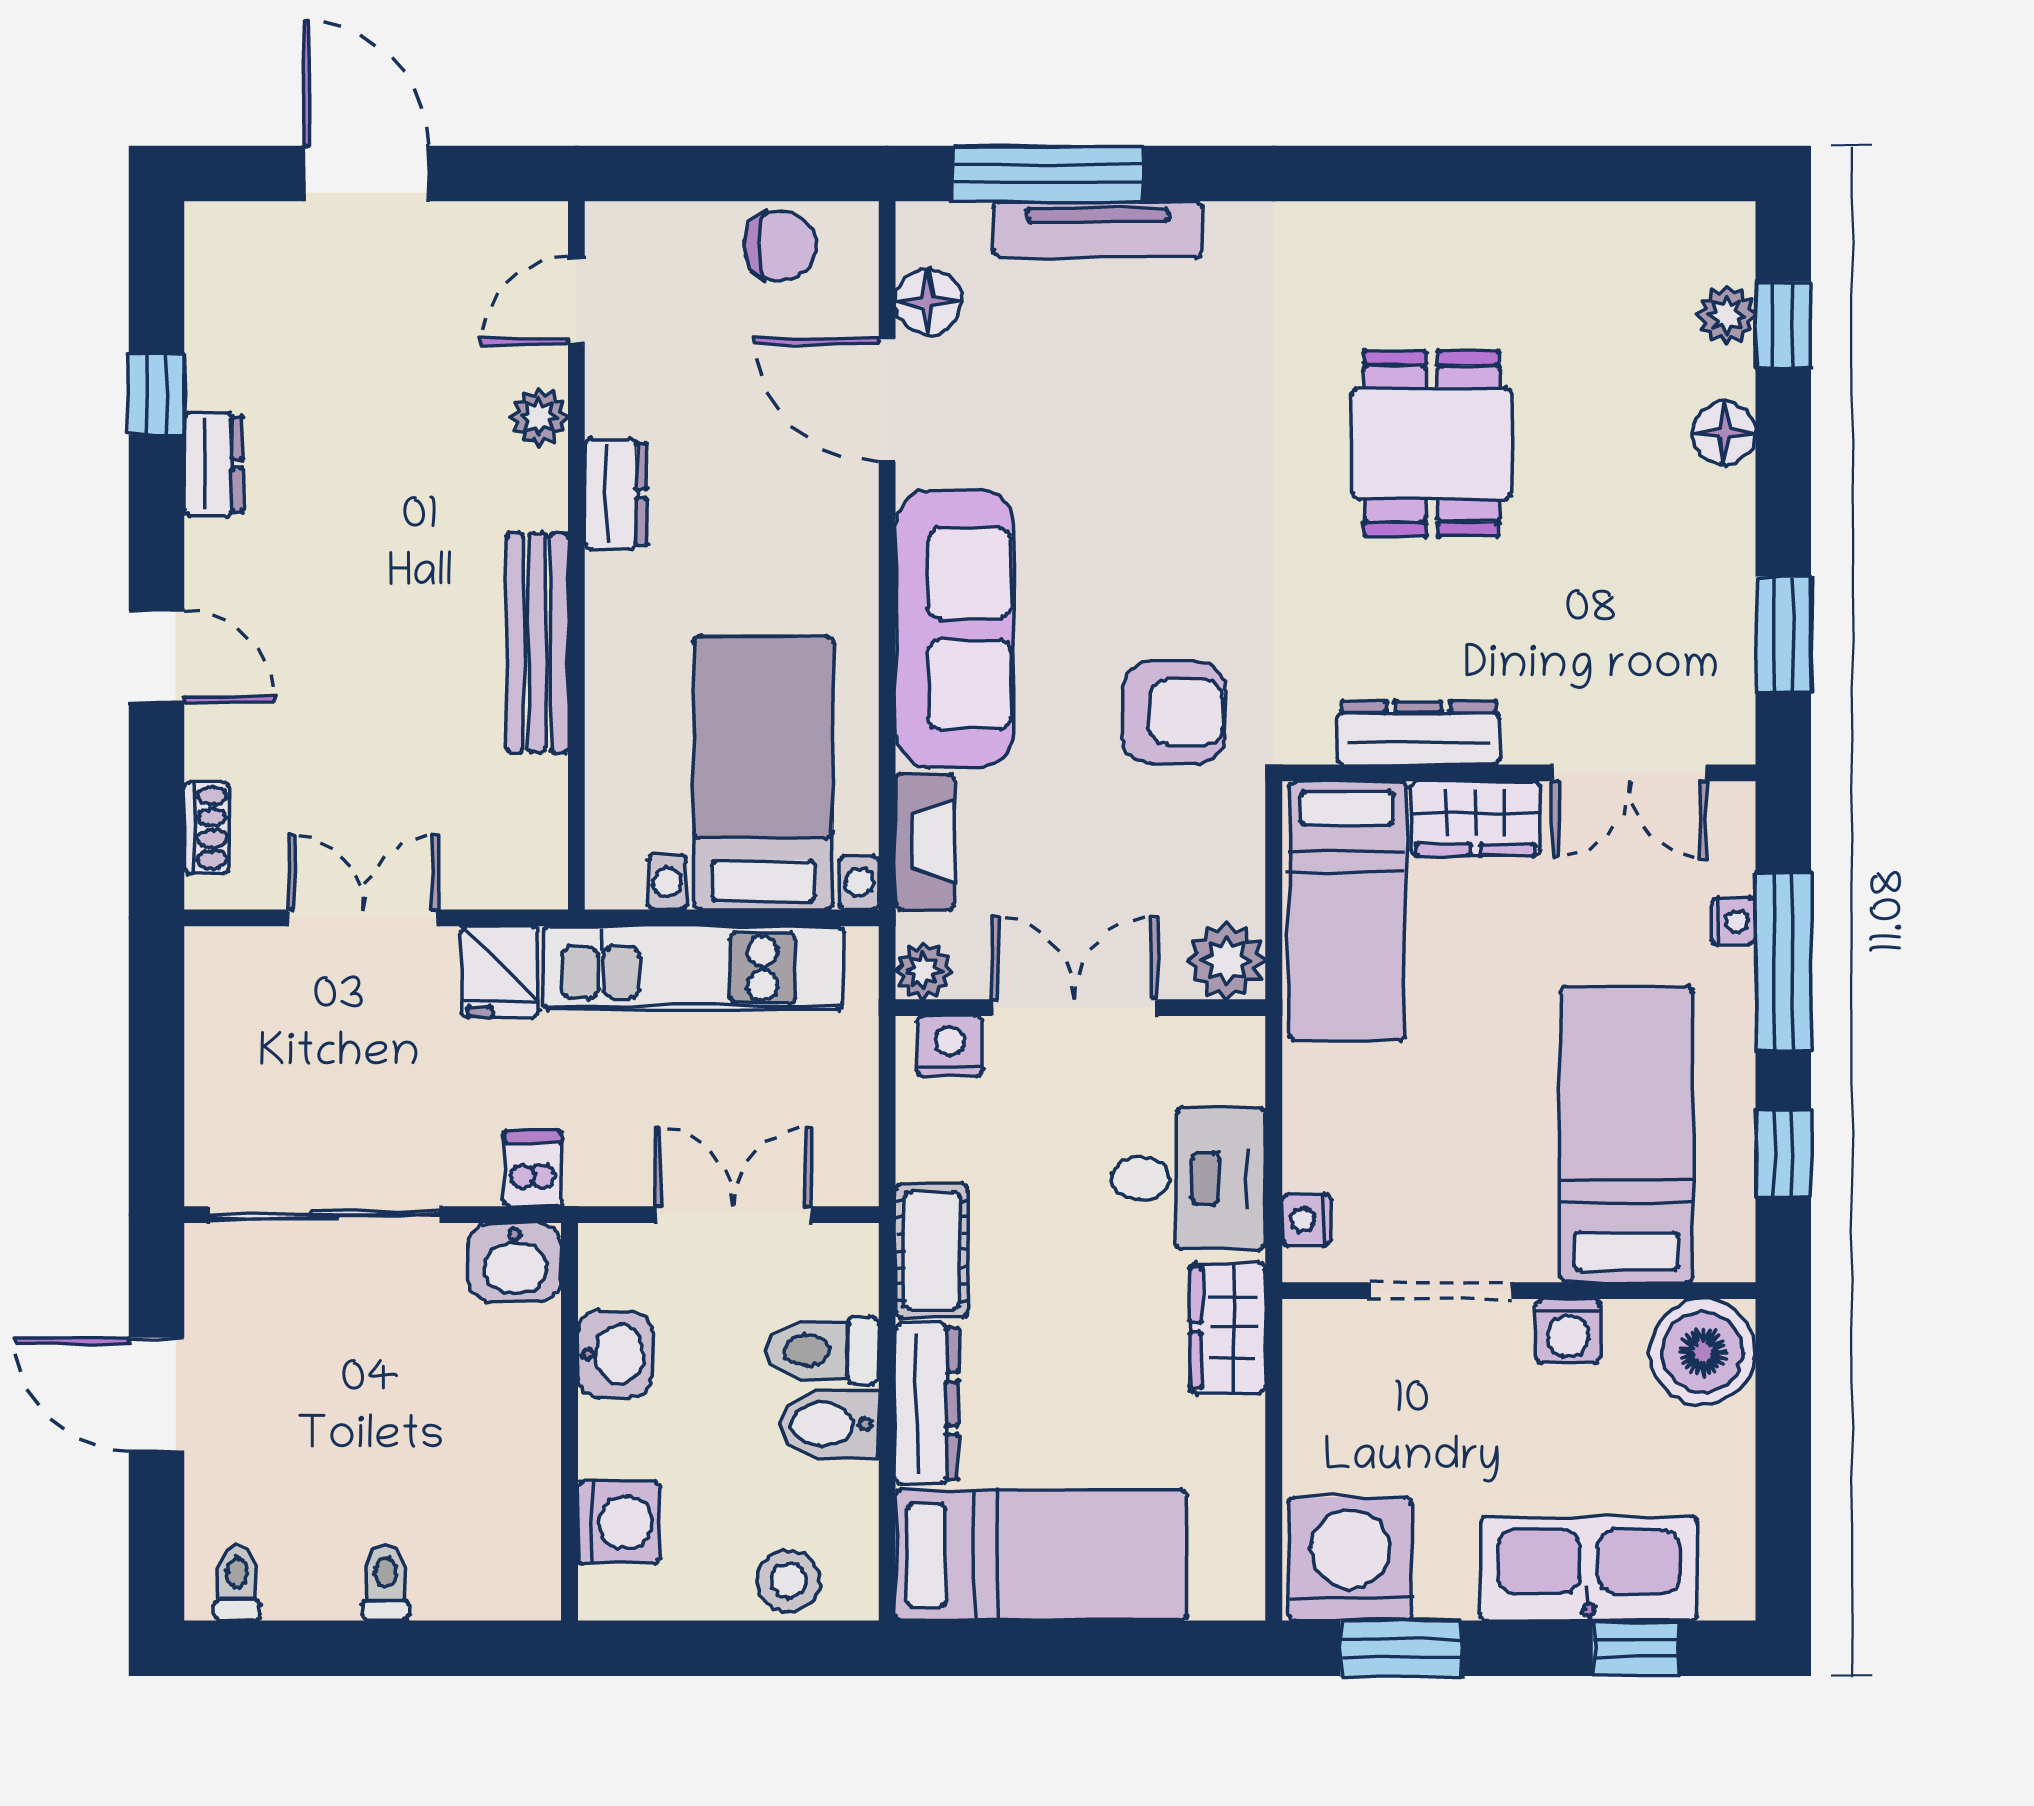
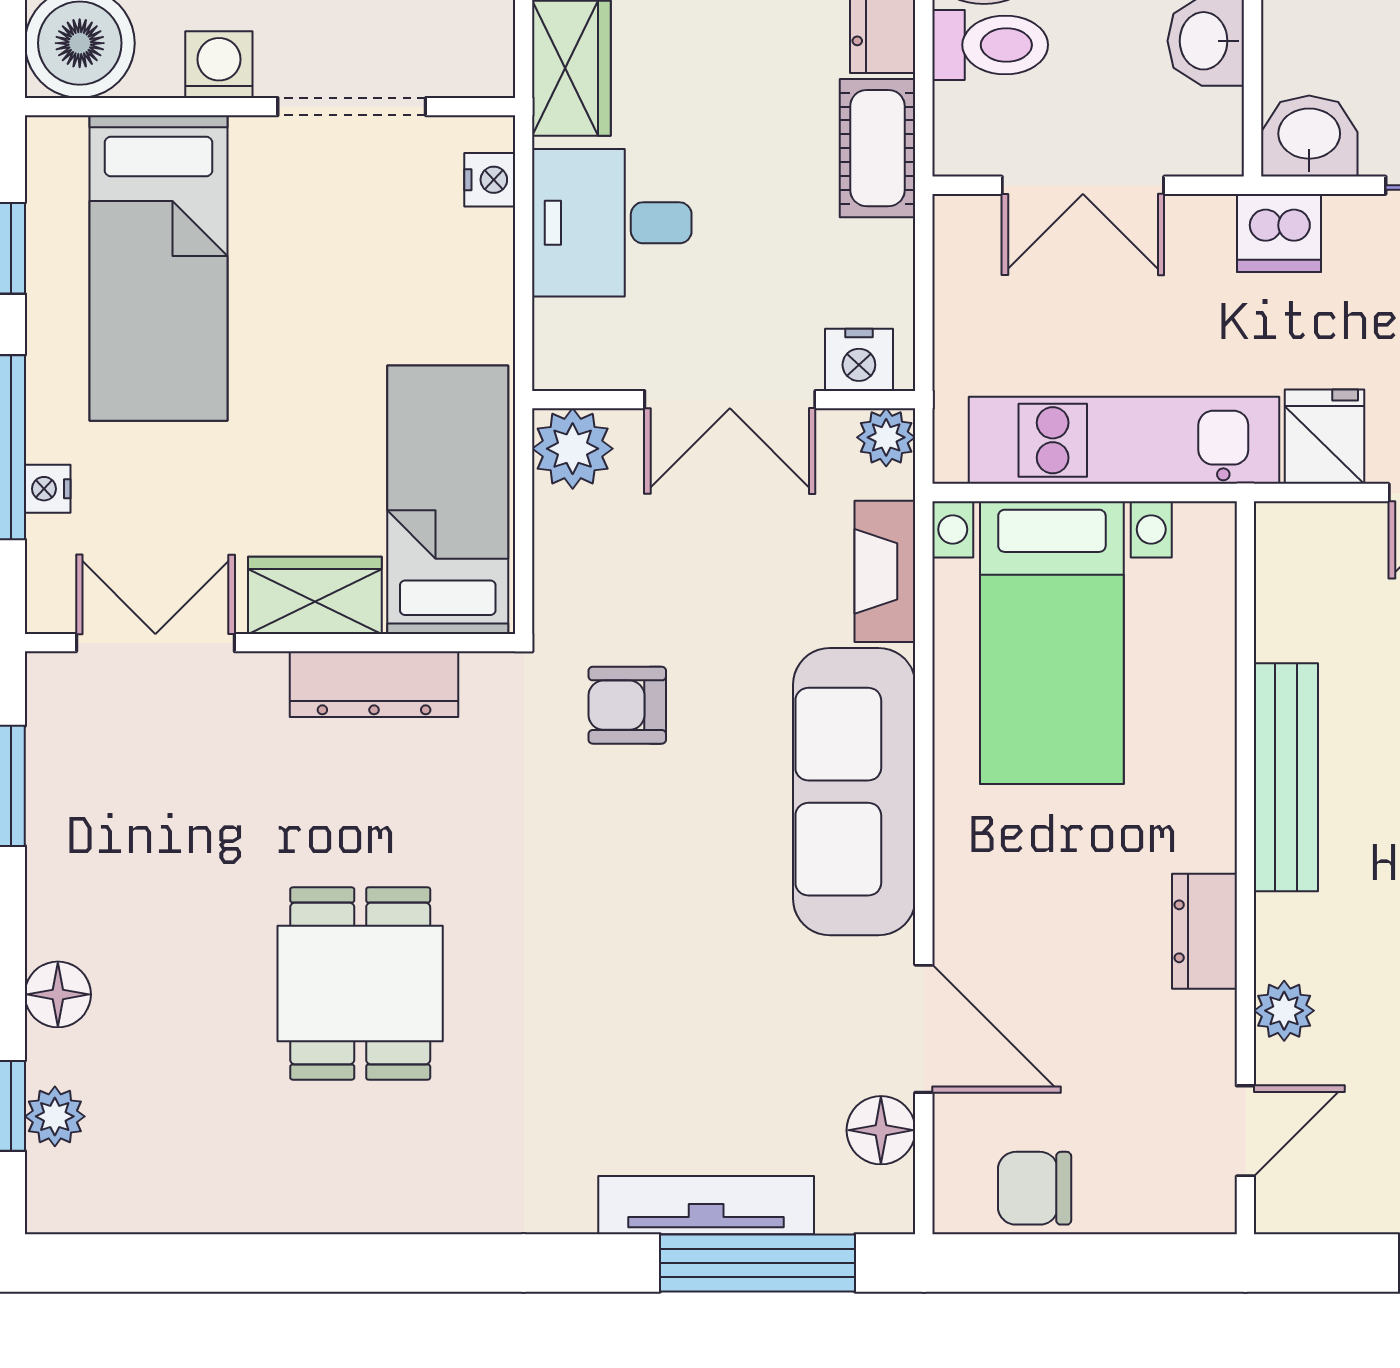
armchair: (1174, 712) -> (627, 705), width x0.72, depth x0.72
dishwasher: (533, 1169) -> (1279, 233), width x1.38

